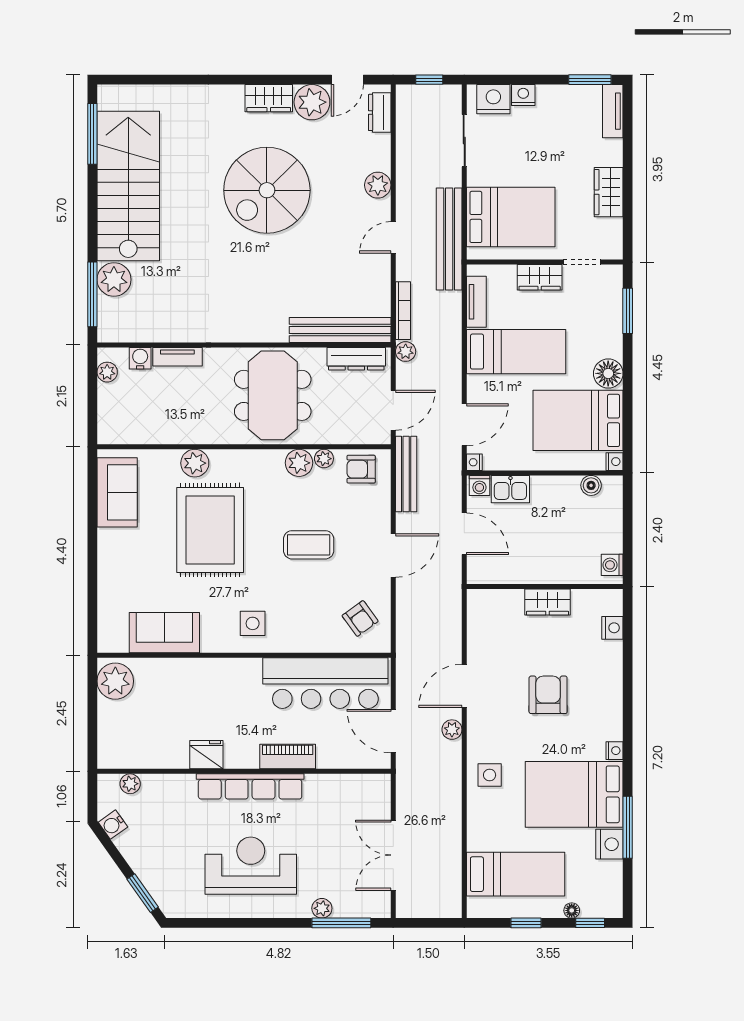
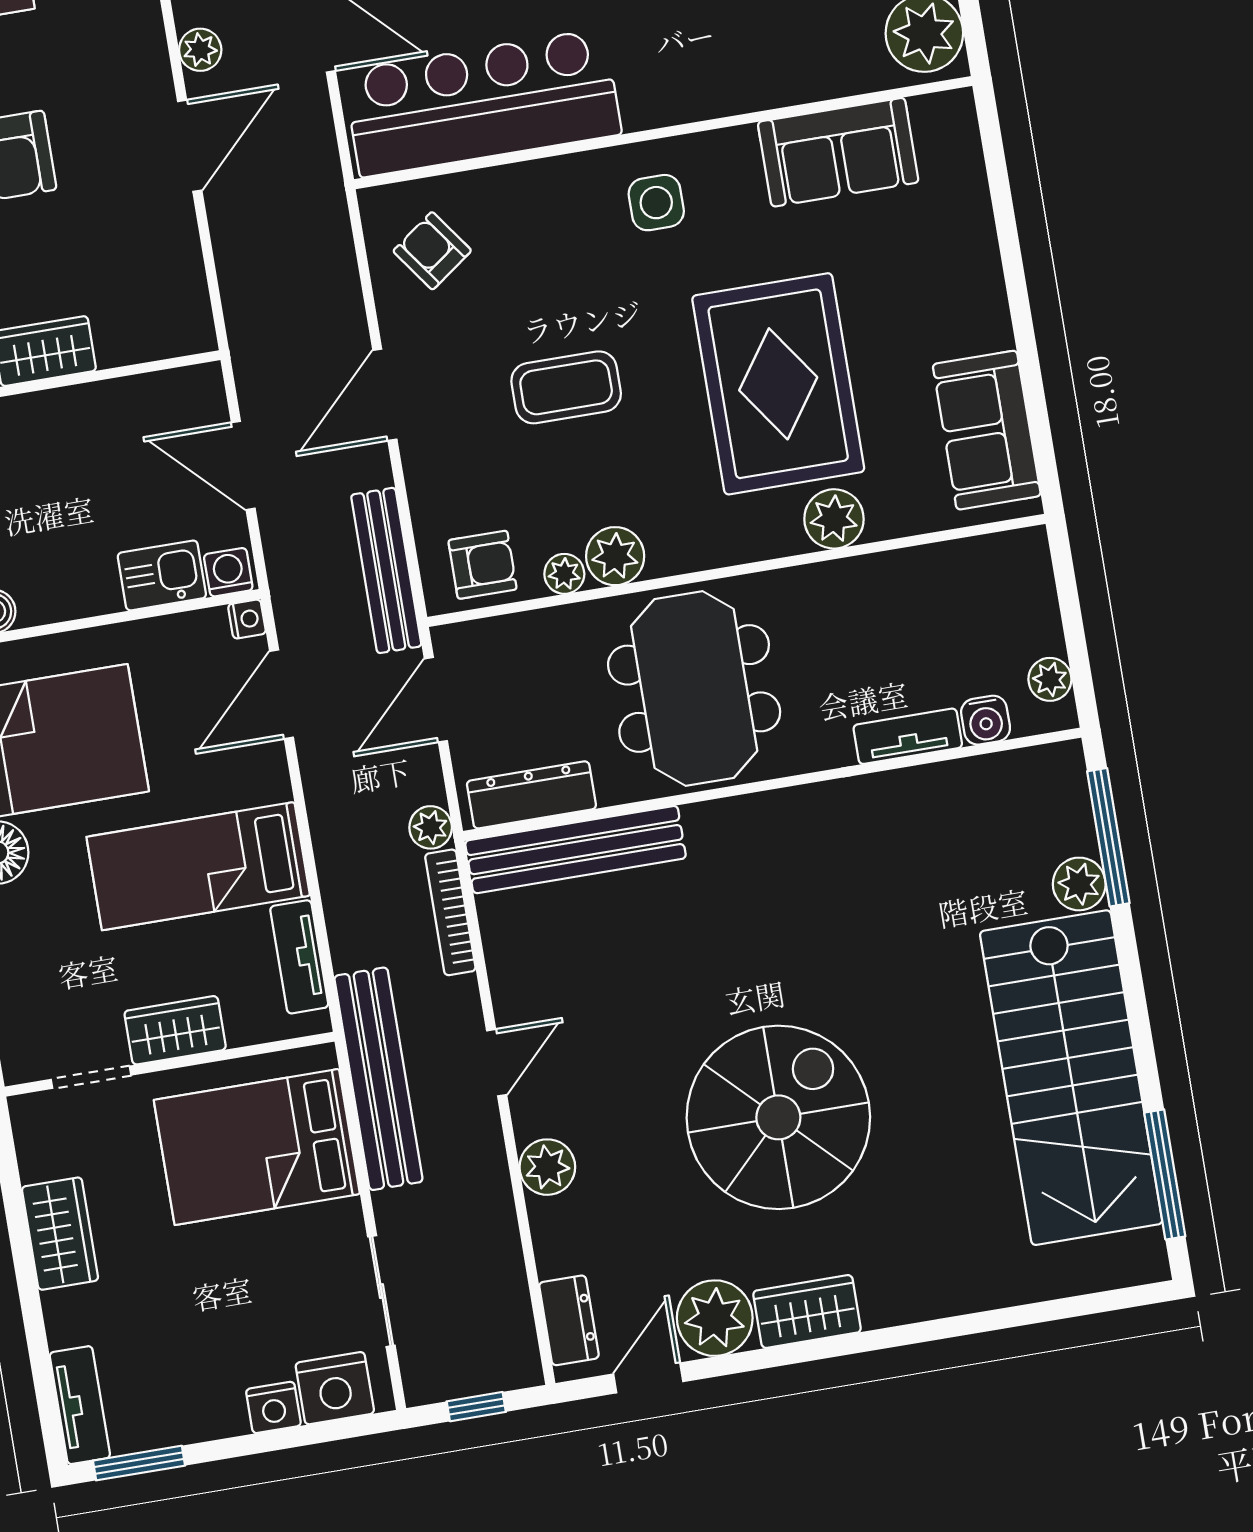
plant: (114, 280) -> (1079, 884), width x0.73, depth x0.73

